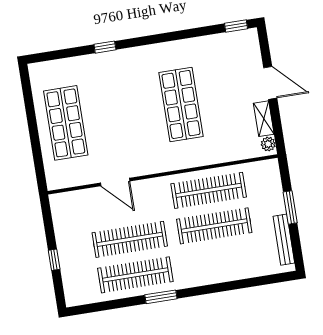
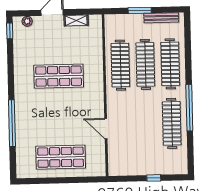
window: (105, 47) -> (12, 123), width x3.17
plant: (268, 144) -> (27, 21), moved
door: (115, 182) -> (106, 129), swing flipped
clothes rail: (130, 239) -> (170, 64), moved
window: (161, 297) -> (189, 108), width x2.11

